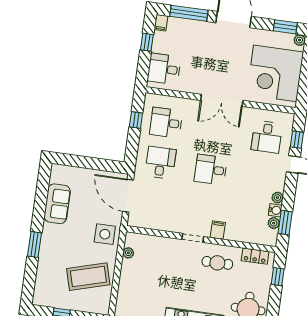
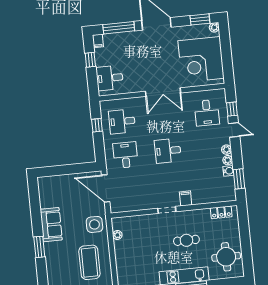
sofa: (57, 204) -> (51, 225), moved
plant: (274, 223) -> (227, 150), moved
cafe table: (217, 263) -> (186, 240), moved
coffee table: (88, 277) -> (89, 262), turned -74
window: (278, 277) -> (244, 224), removed

